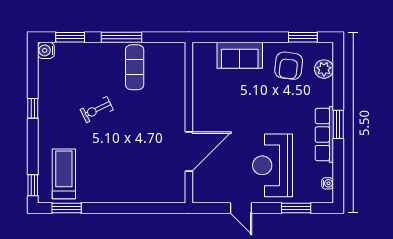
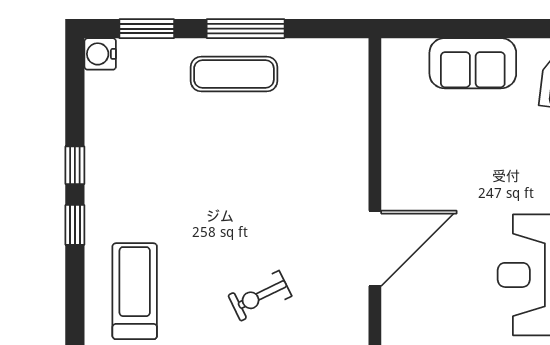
exercise mat: (135, 67) -> (234, 74), moved, turned 90
exercise bike: (97, 110) -> (260, 296), moved
window: (33, 185) -> (75, 225), moved

